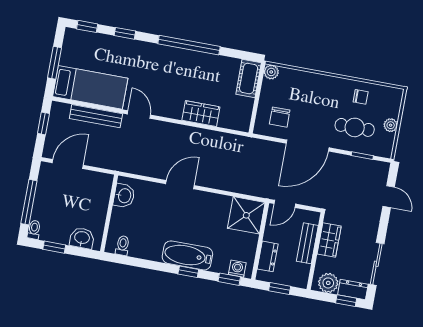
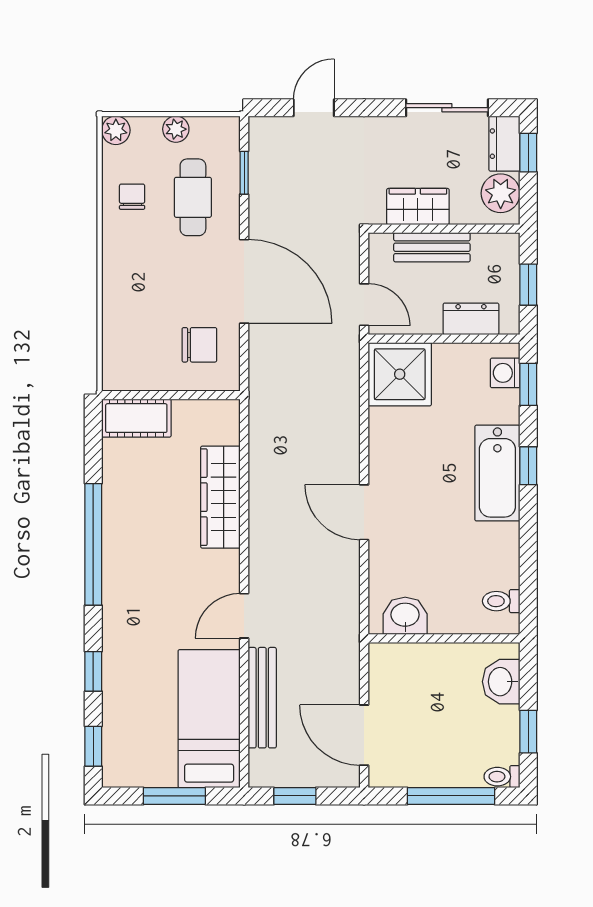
plant: (271, 72) -> (116, 130), moved
wardrobe: (201, 114) -> (220, 497), width x1.50

